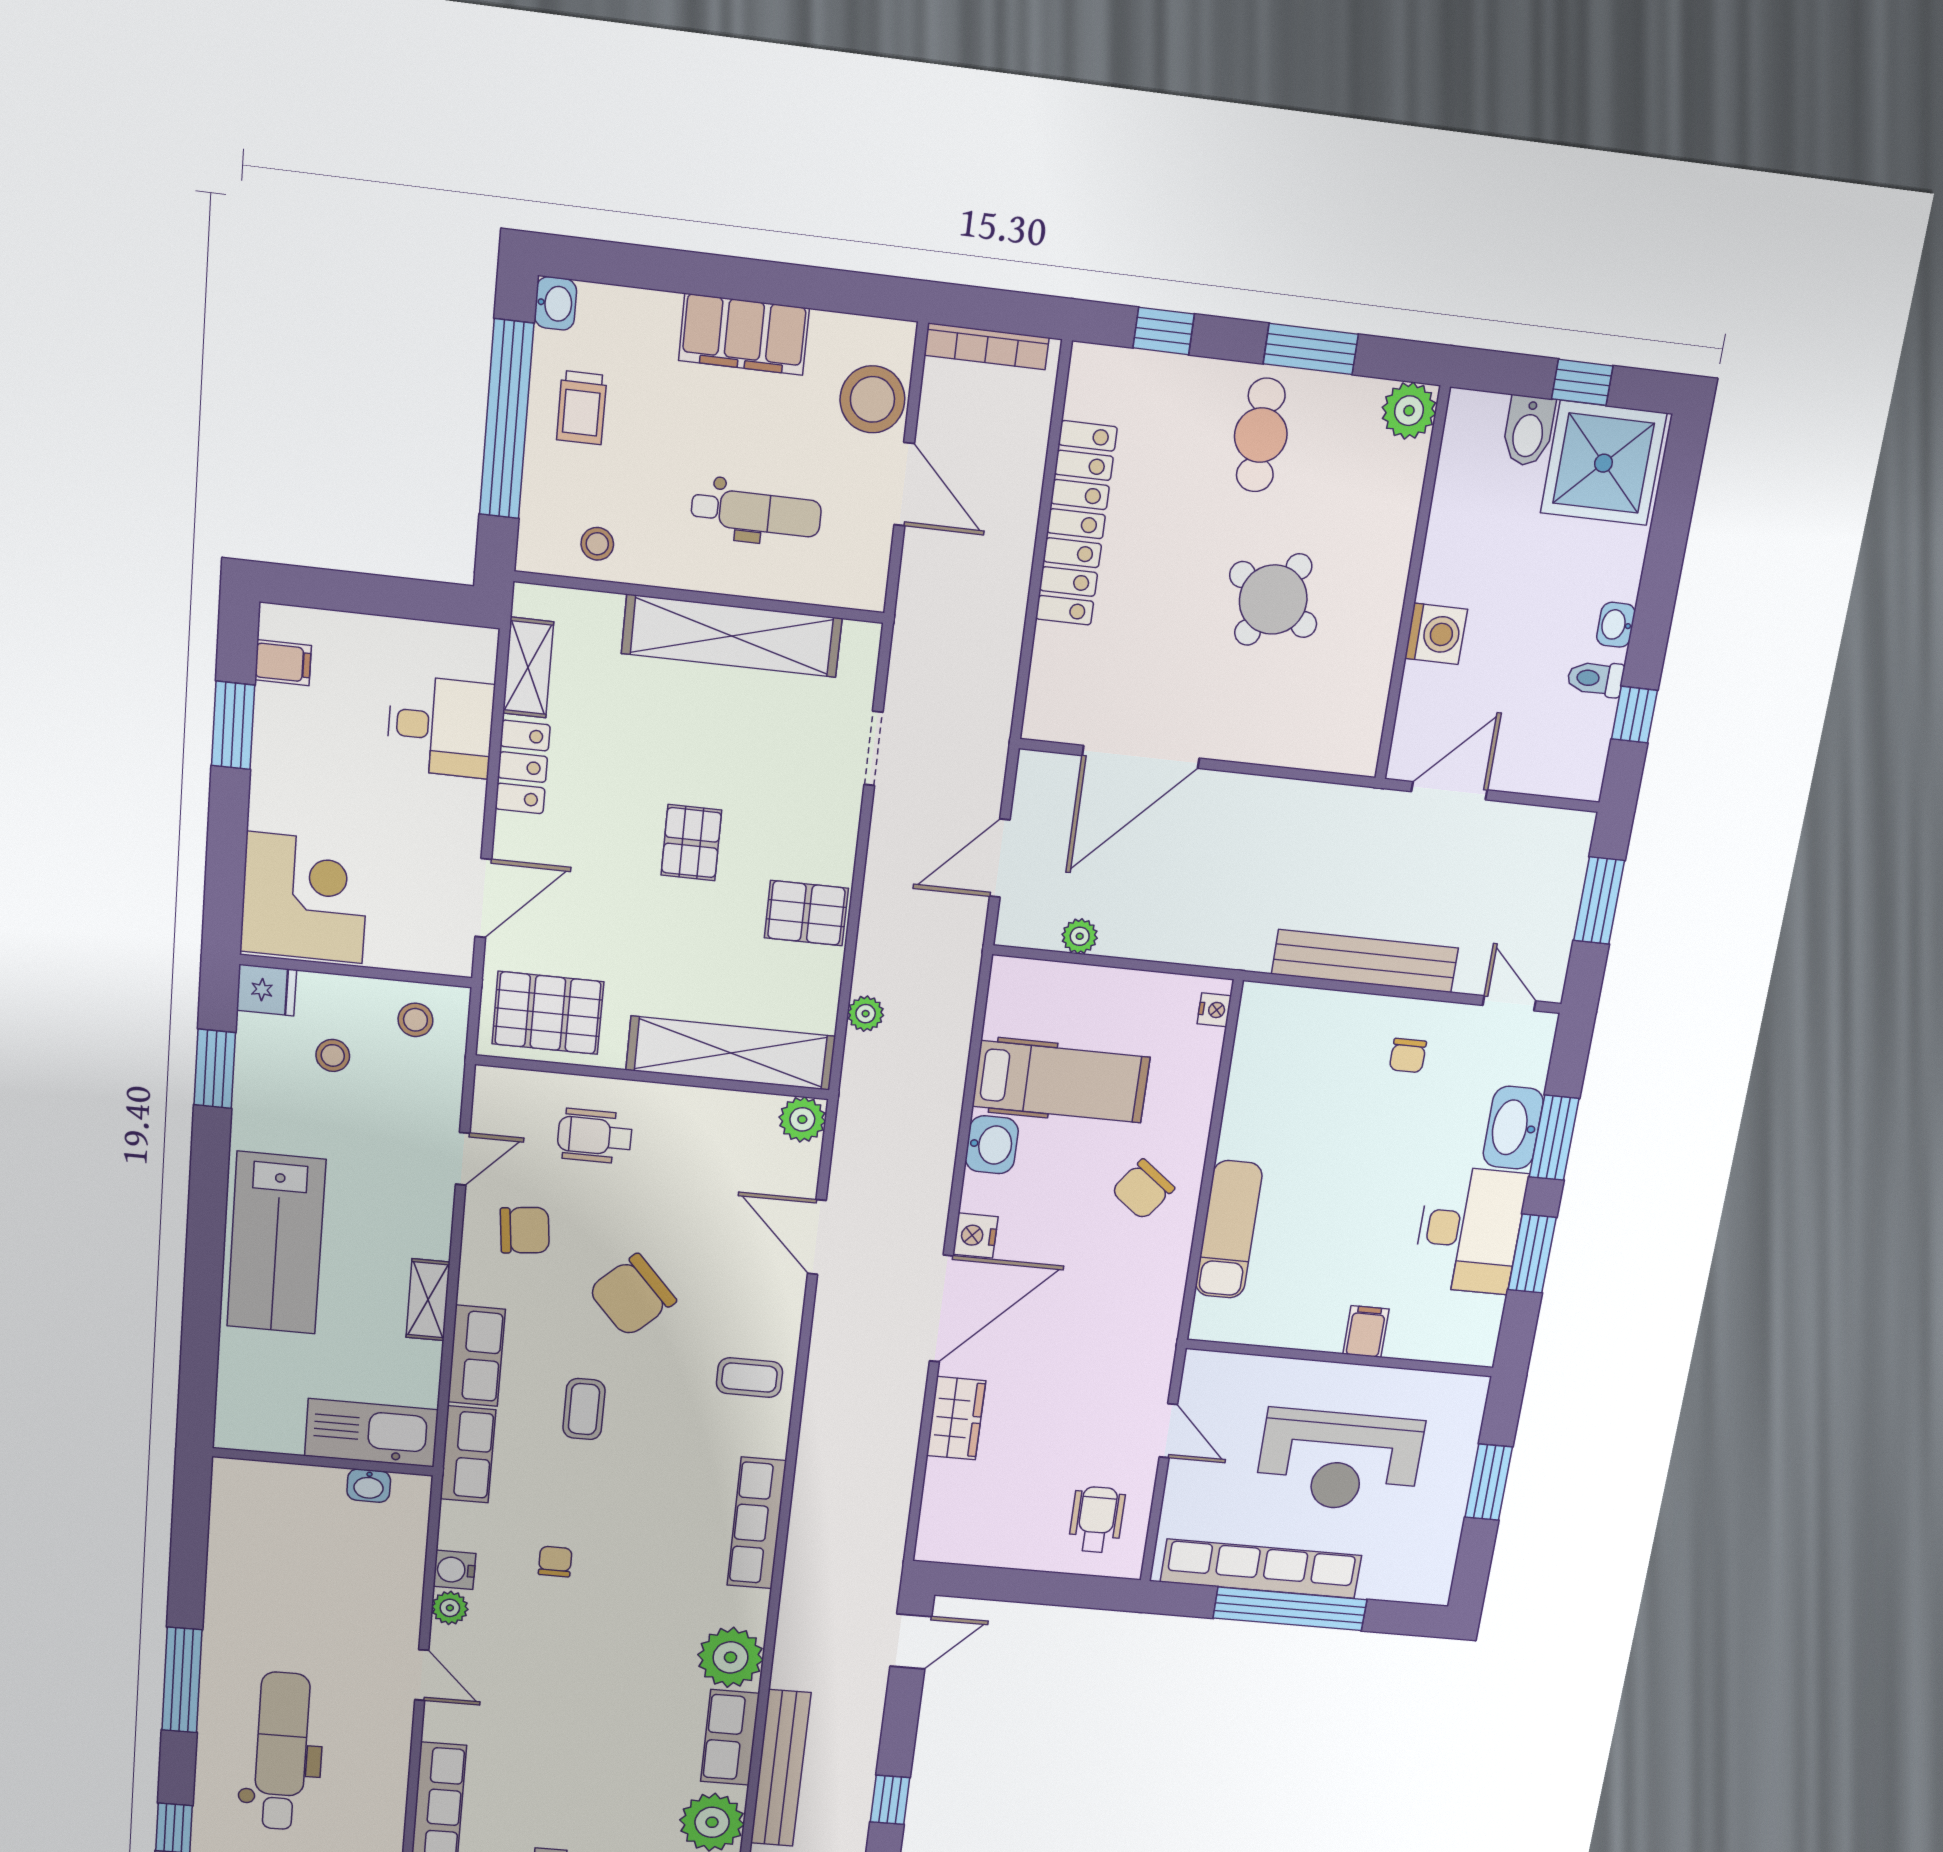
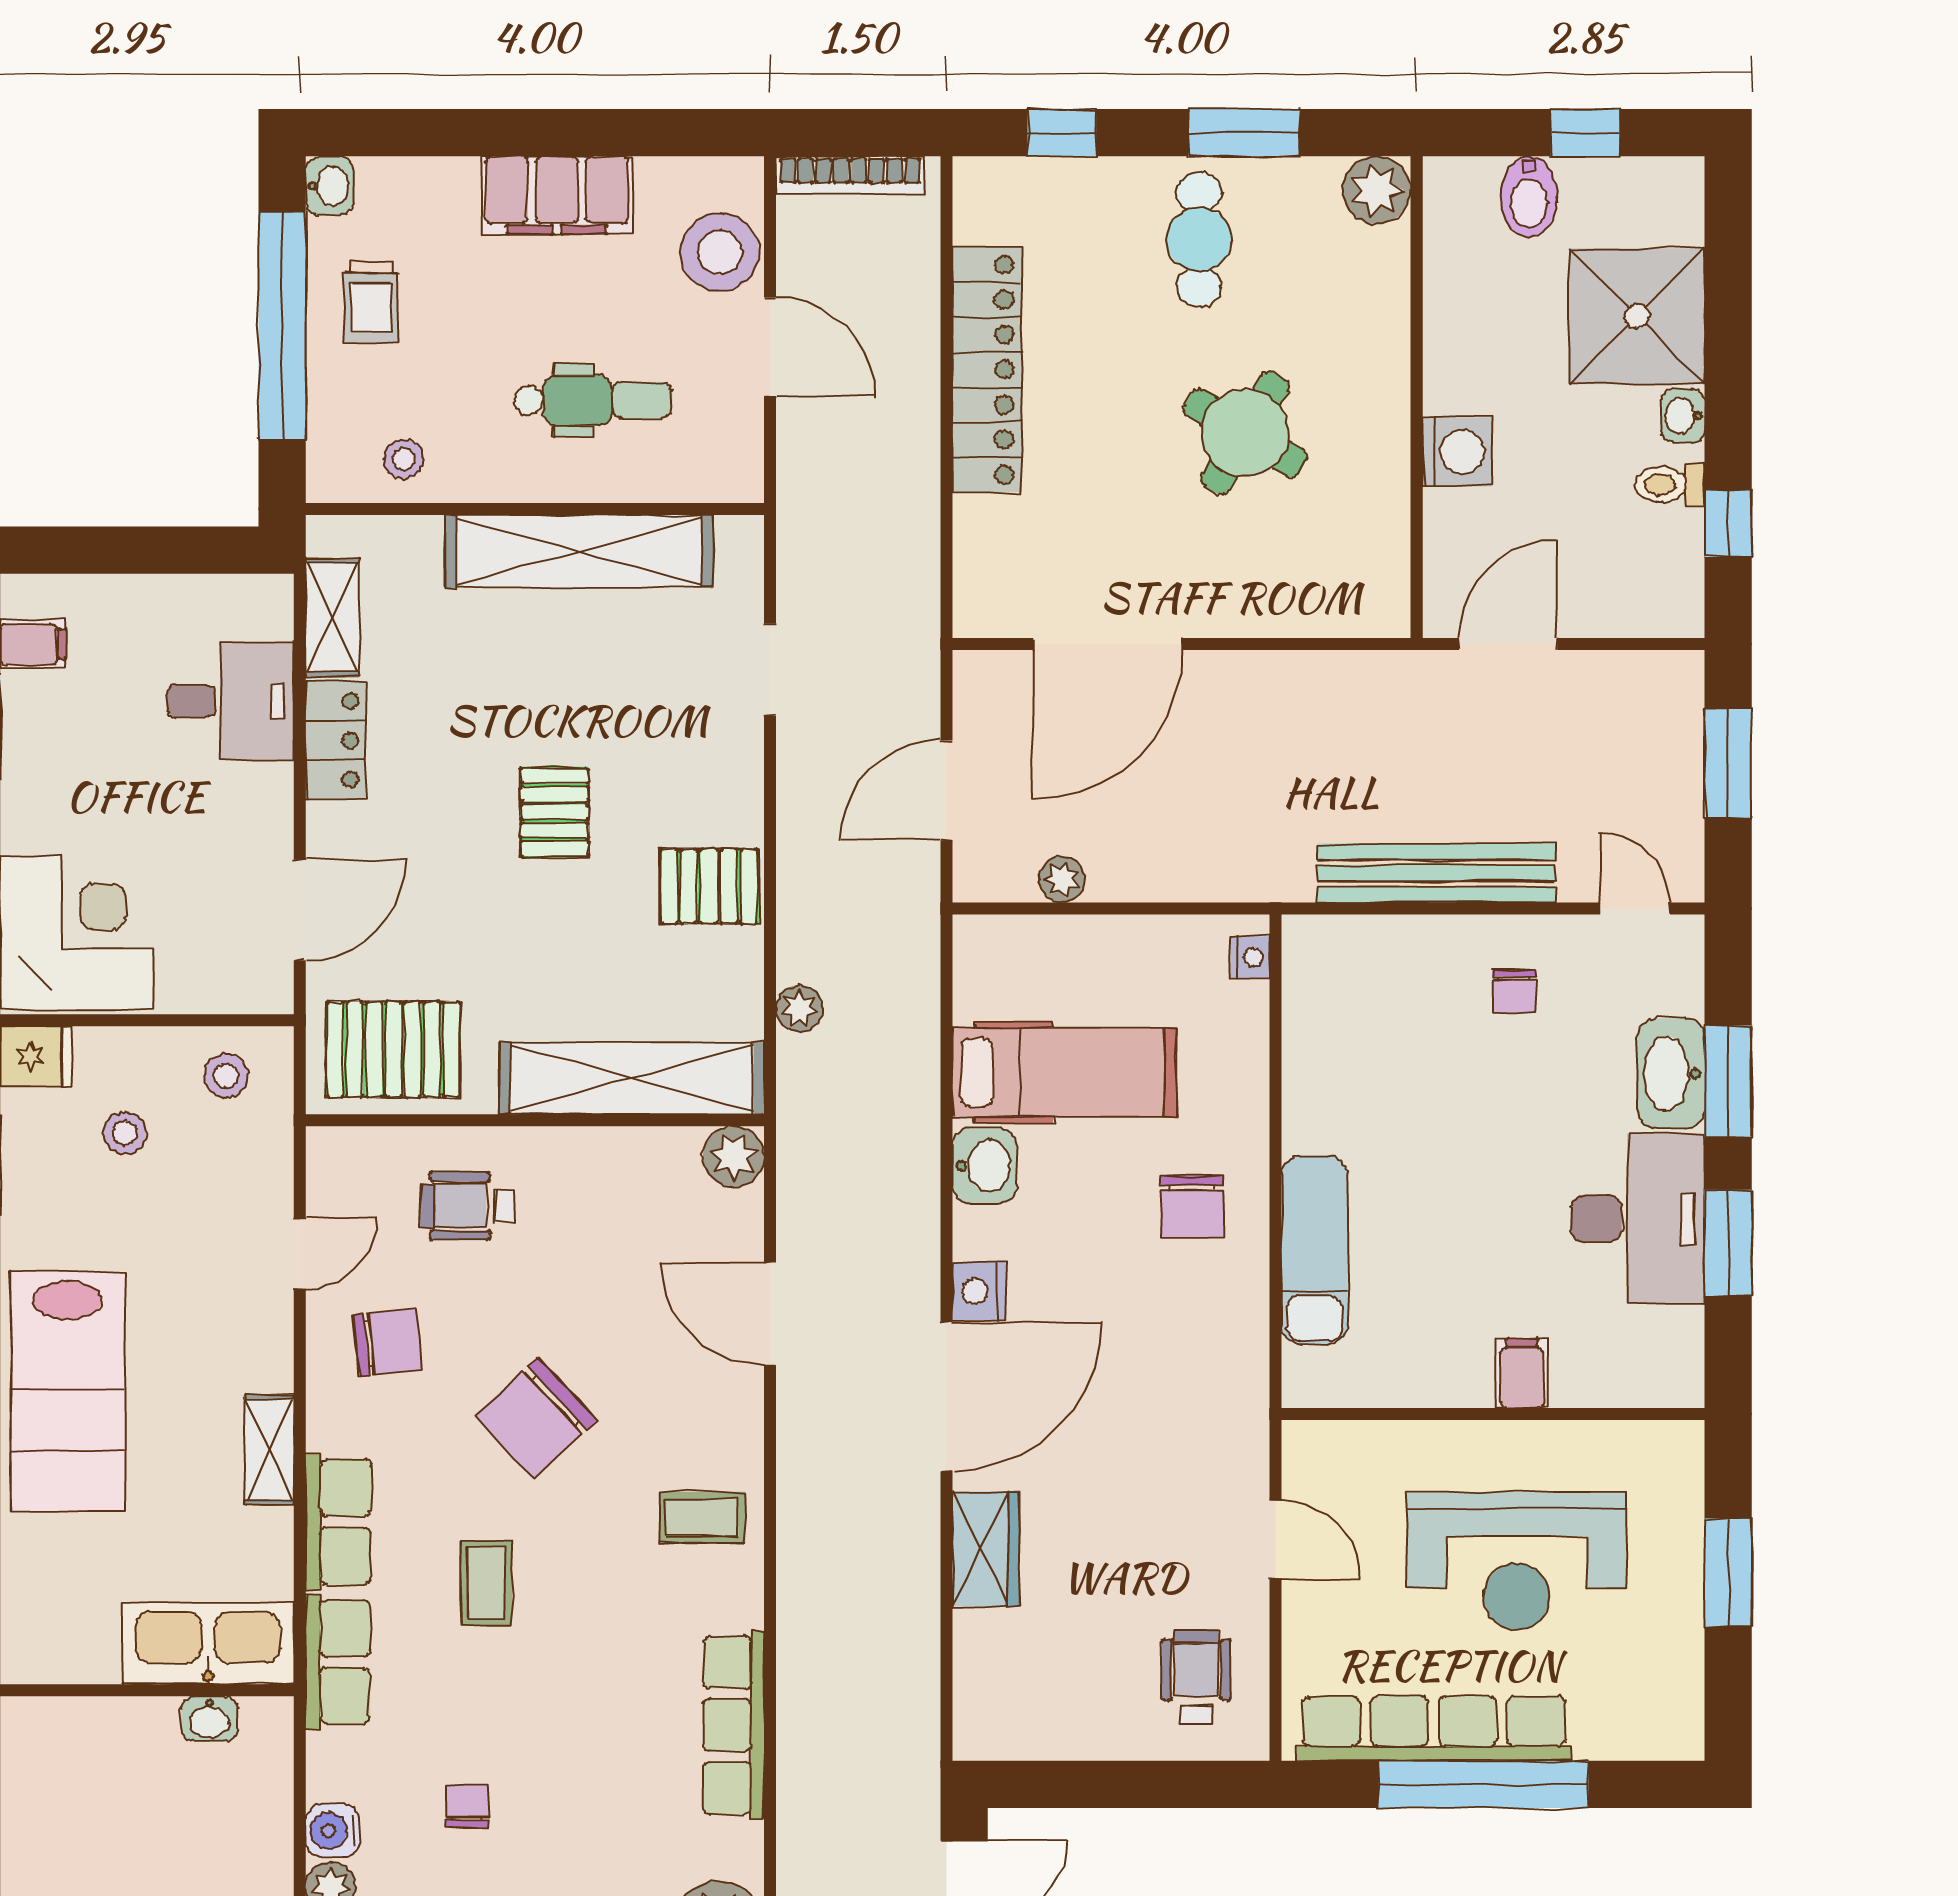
shower: (1603, 463) -> (1637, 316), moved
chair: (1143, 1189) -> (1192, 1206), turned -37

